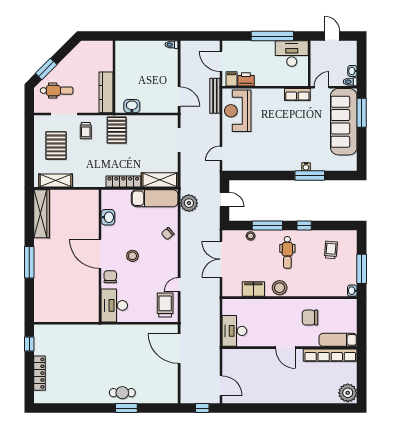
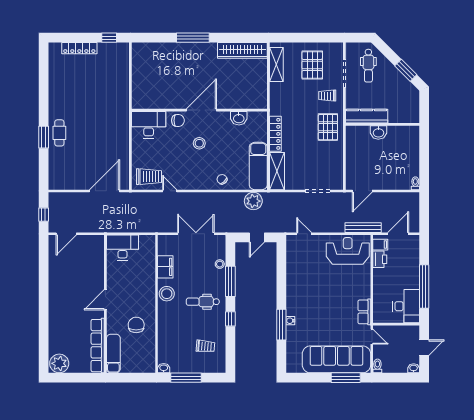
window: (46, 69) -> (406, 70), moved
washbasin: (352, 71) -> (414, 368), moved
washbasin: (132, 106) -> (378, 132), moved, turned 90
pallet: (117, 130) -> (328, 127), turned 90
pallet: (56, 145) -> (312, 65), turned 90

